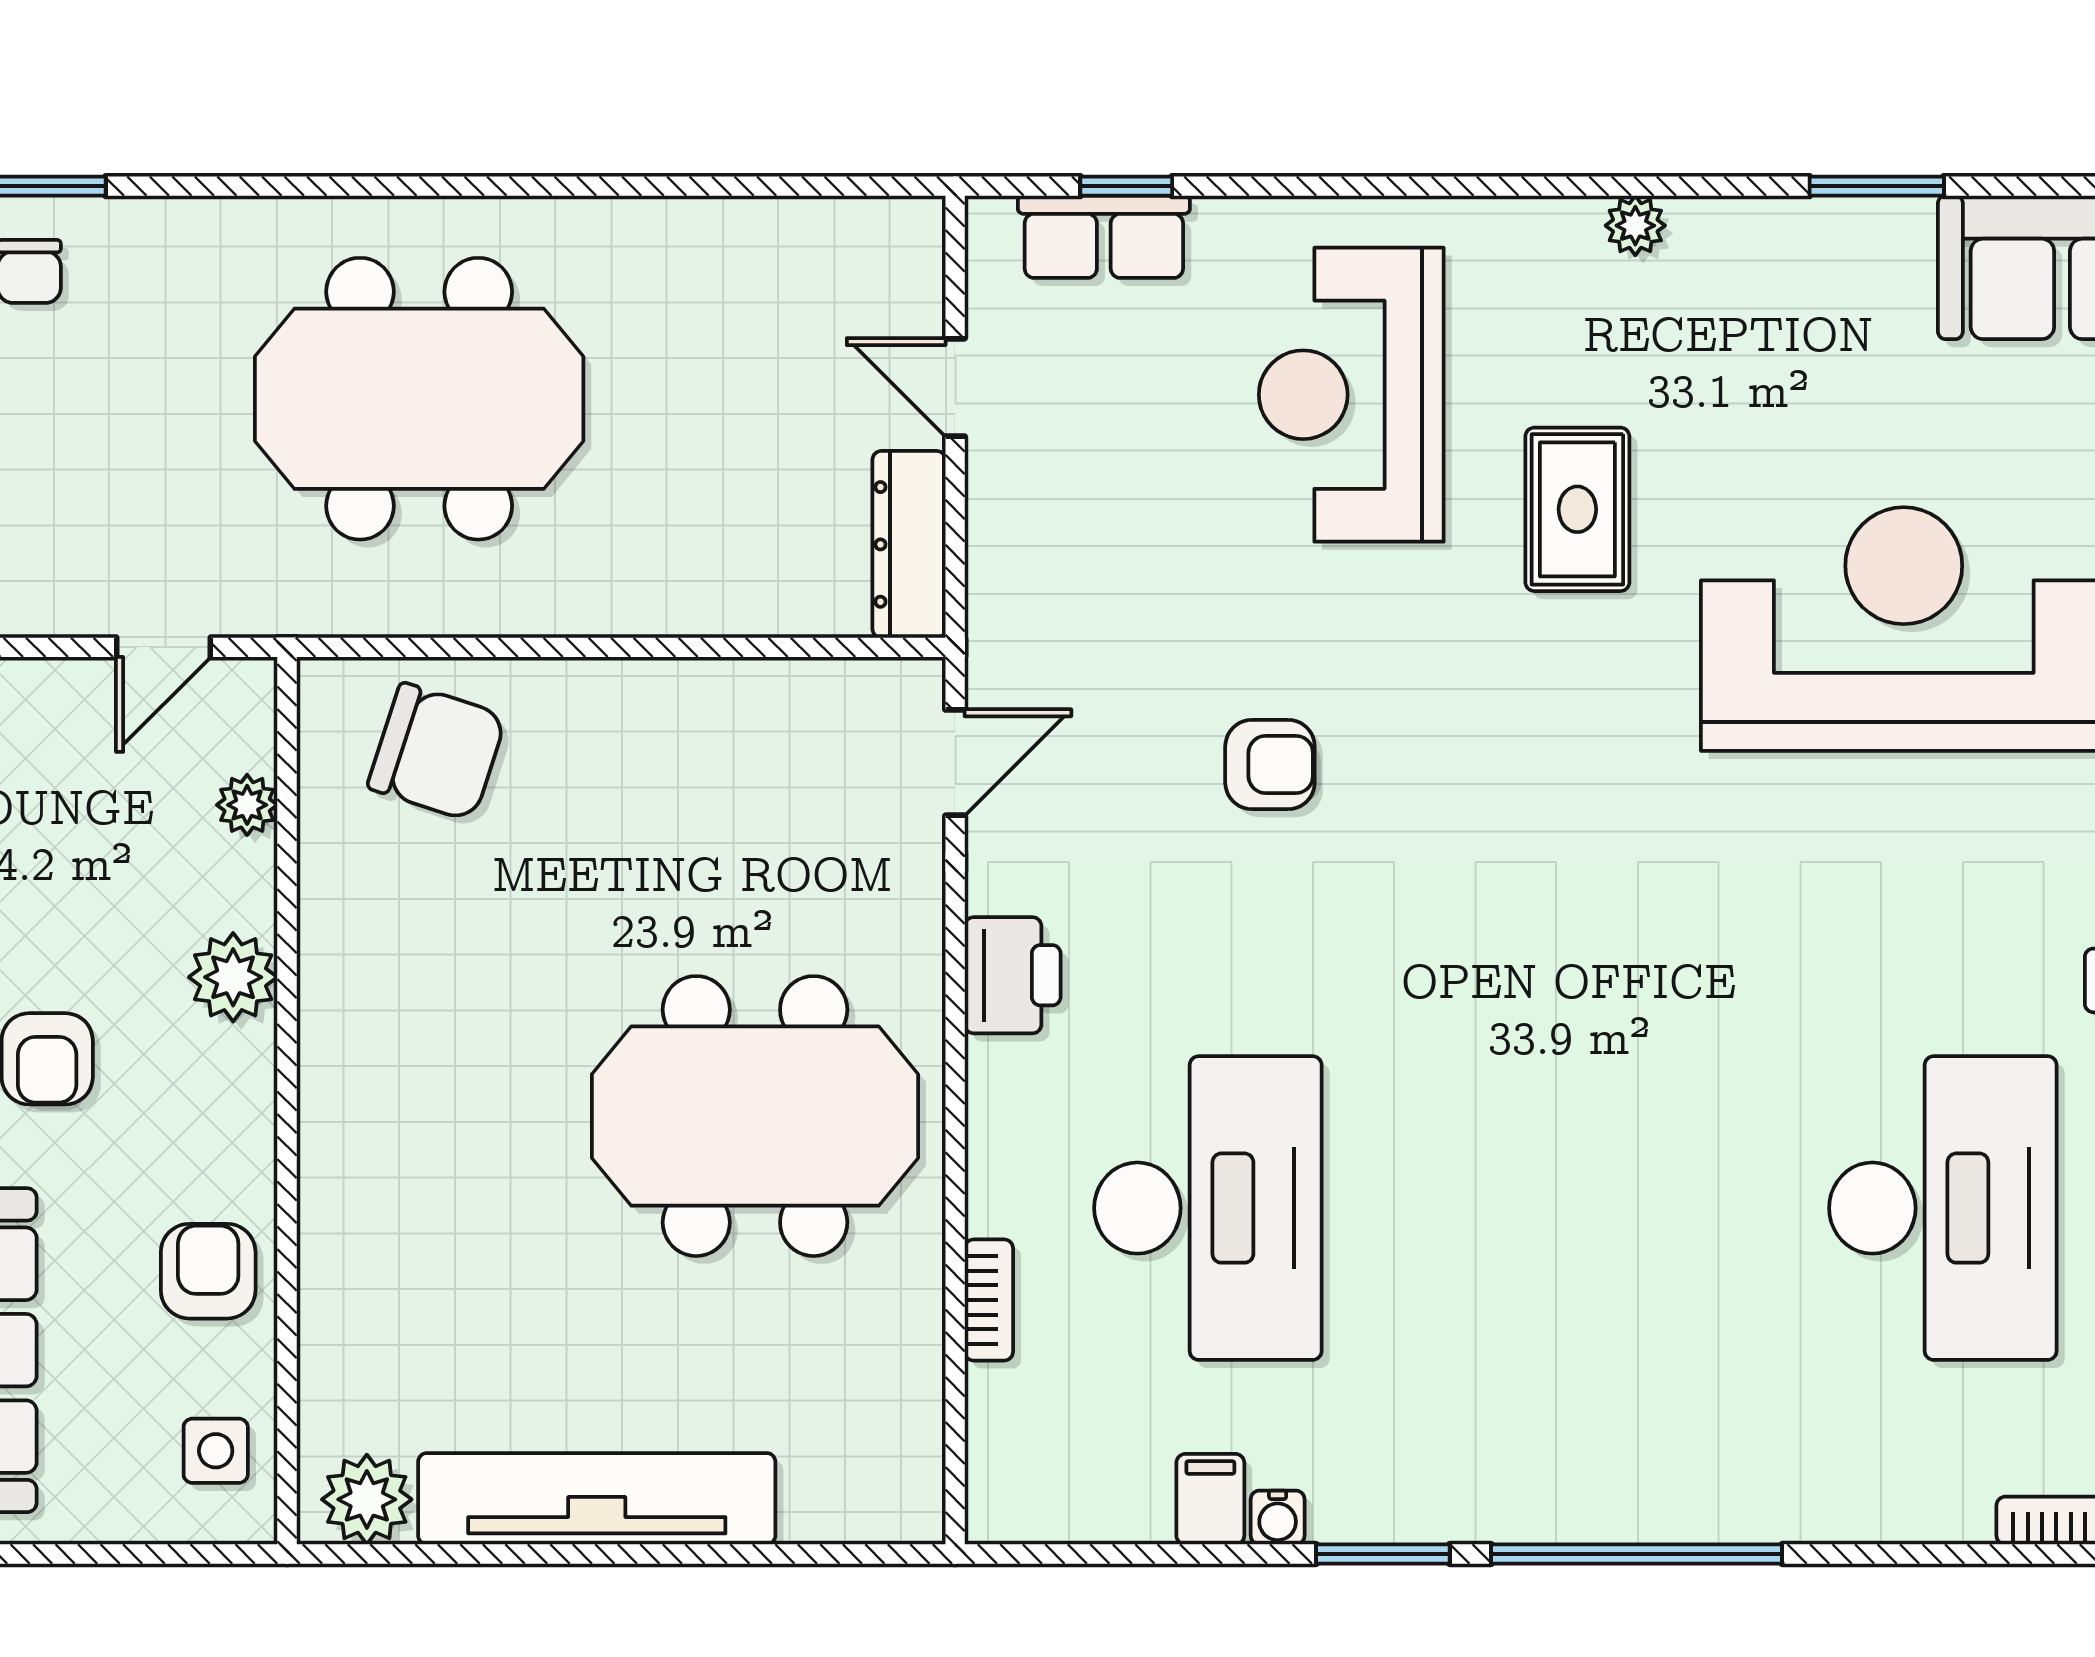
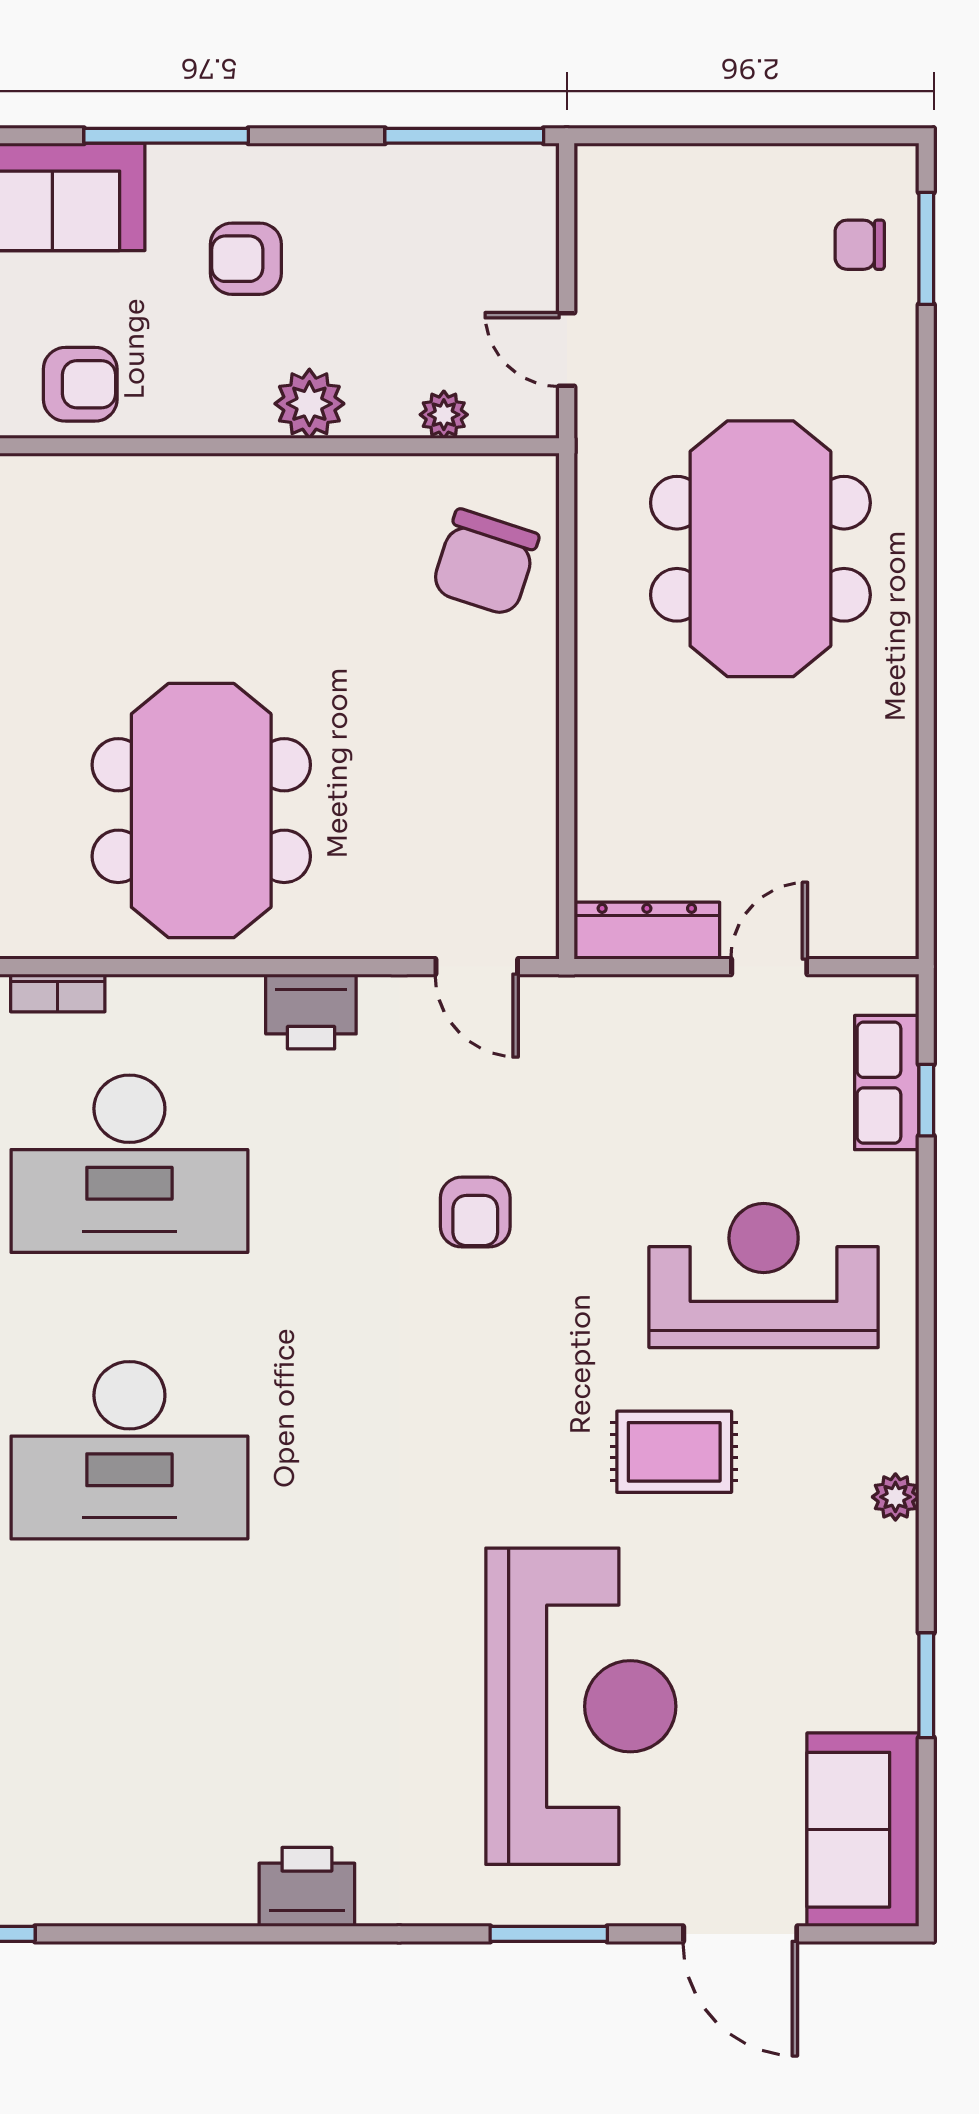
desk: (1943, 1208) -> (129, 1450), moved

